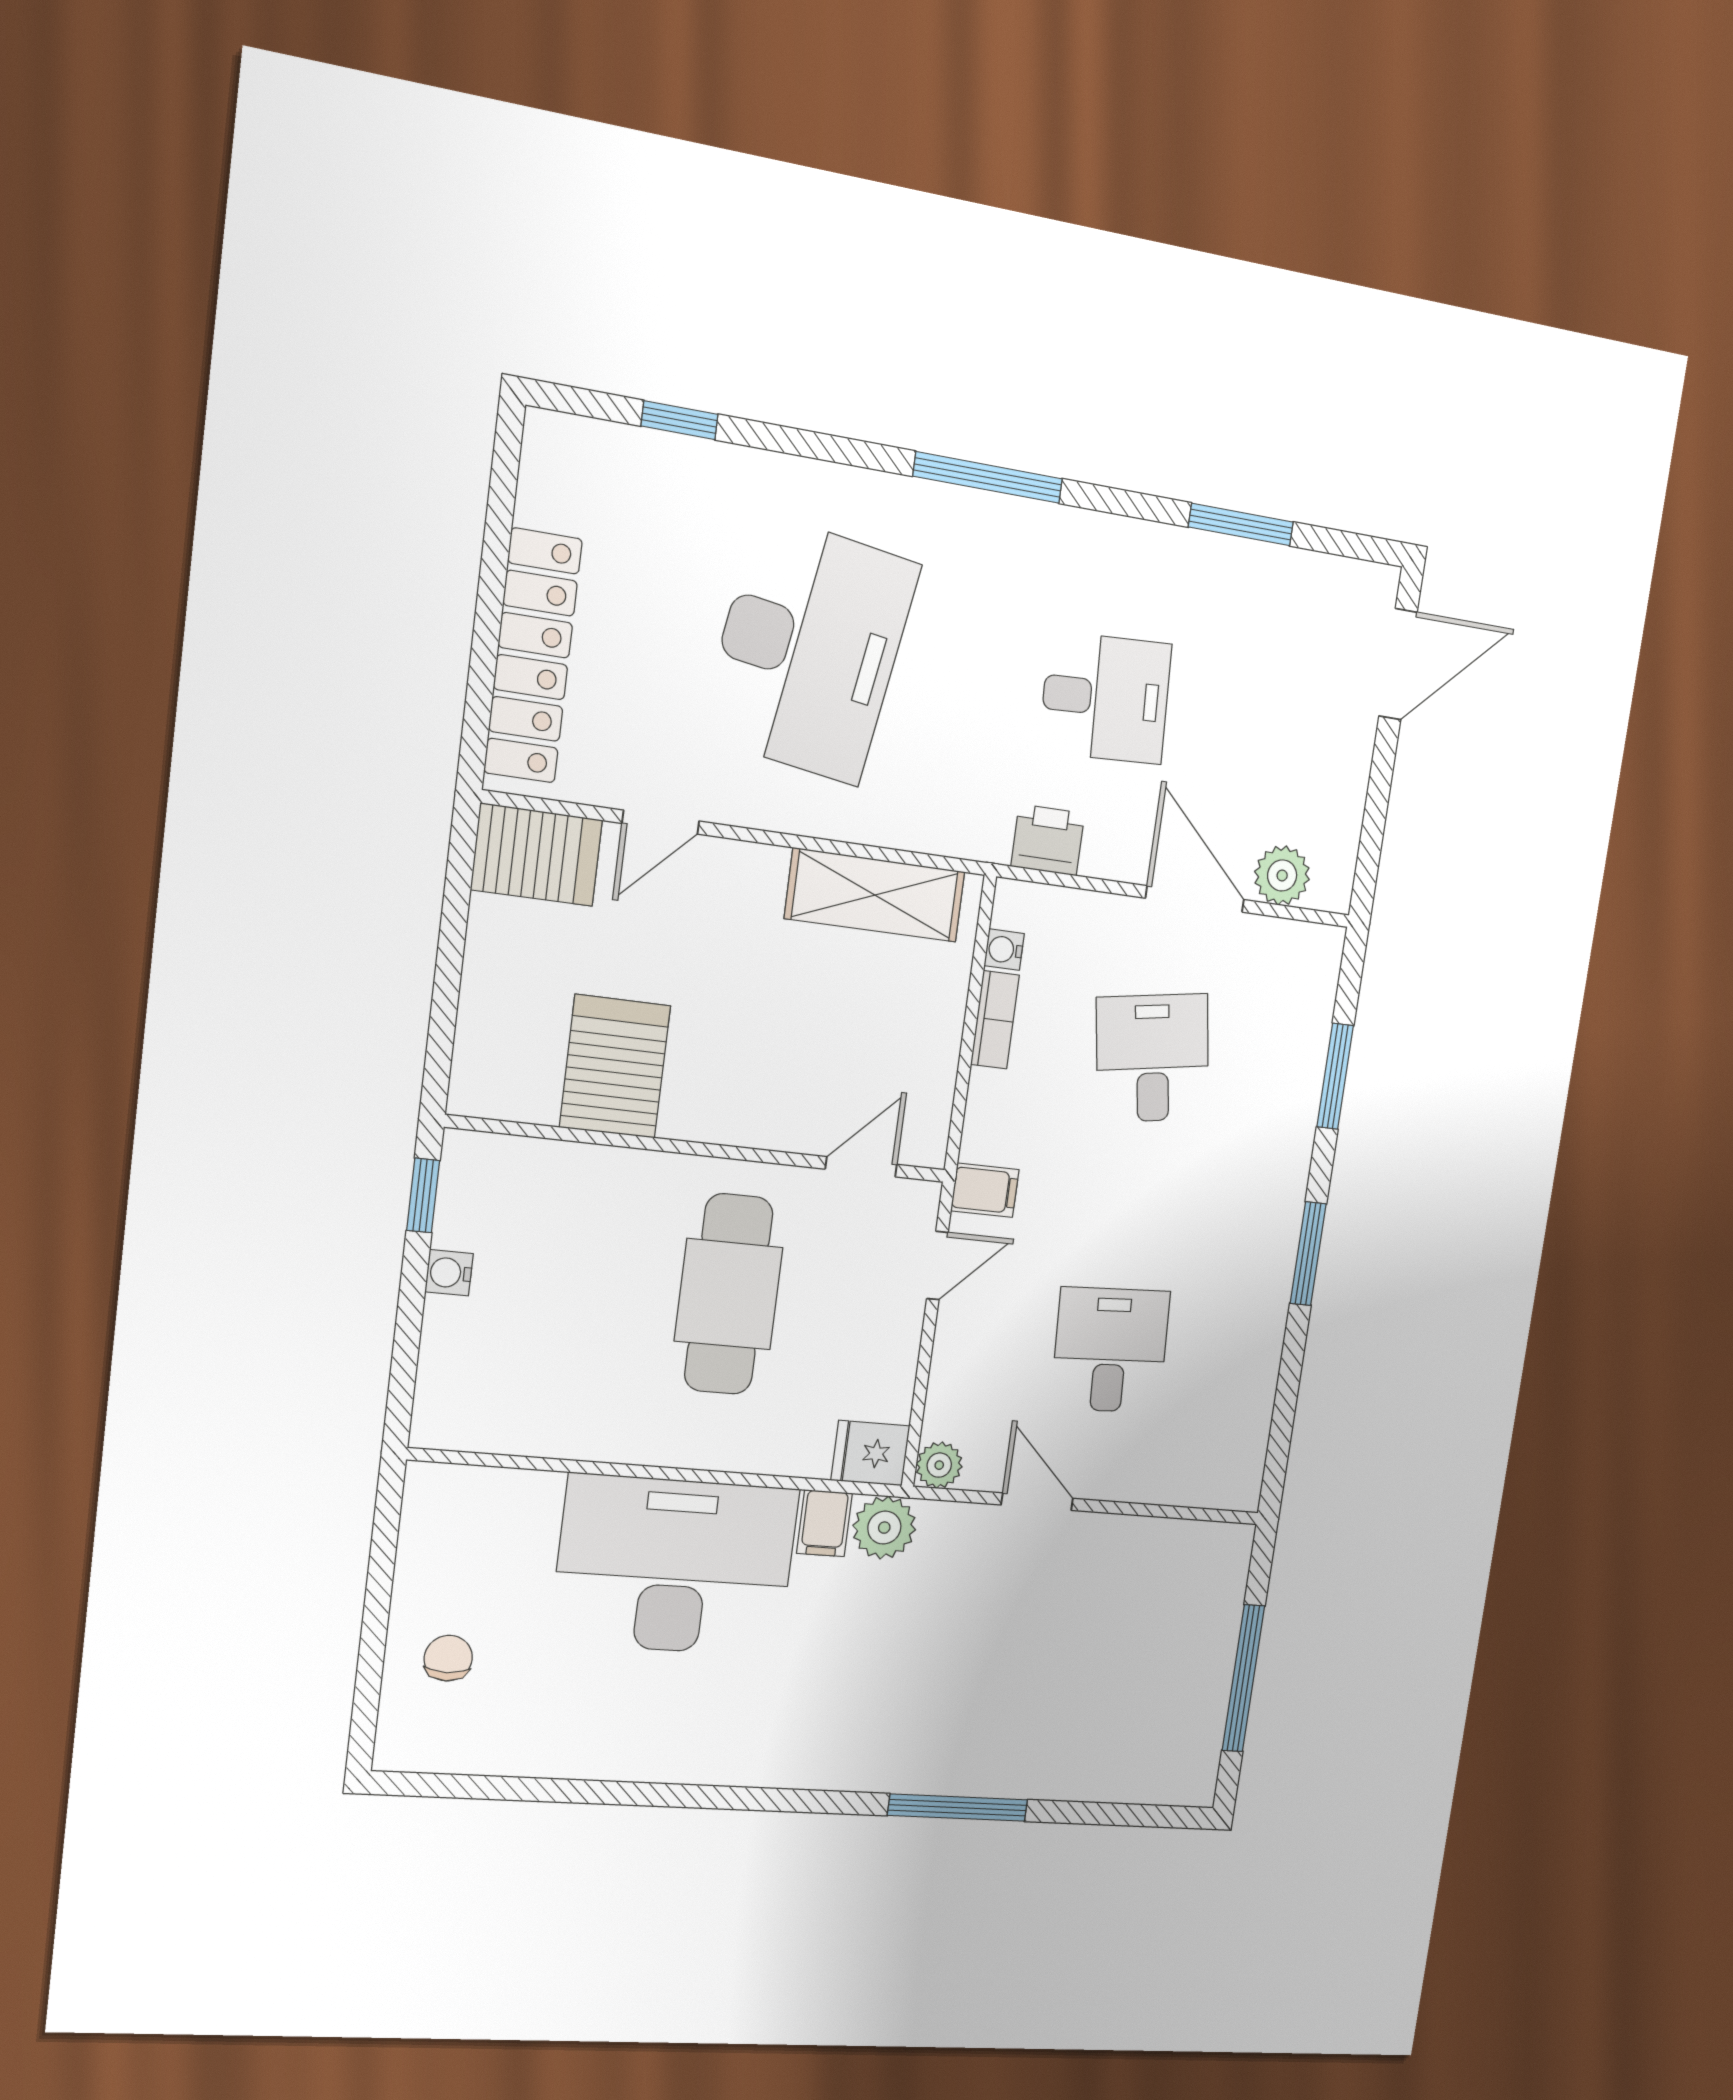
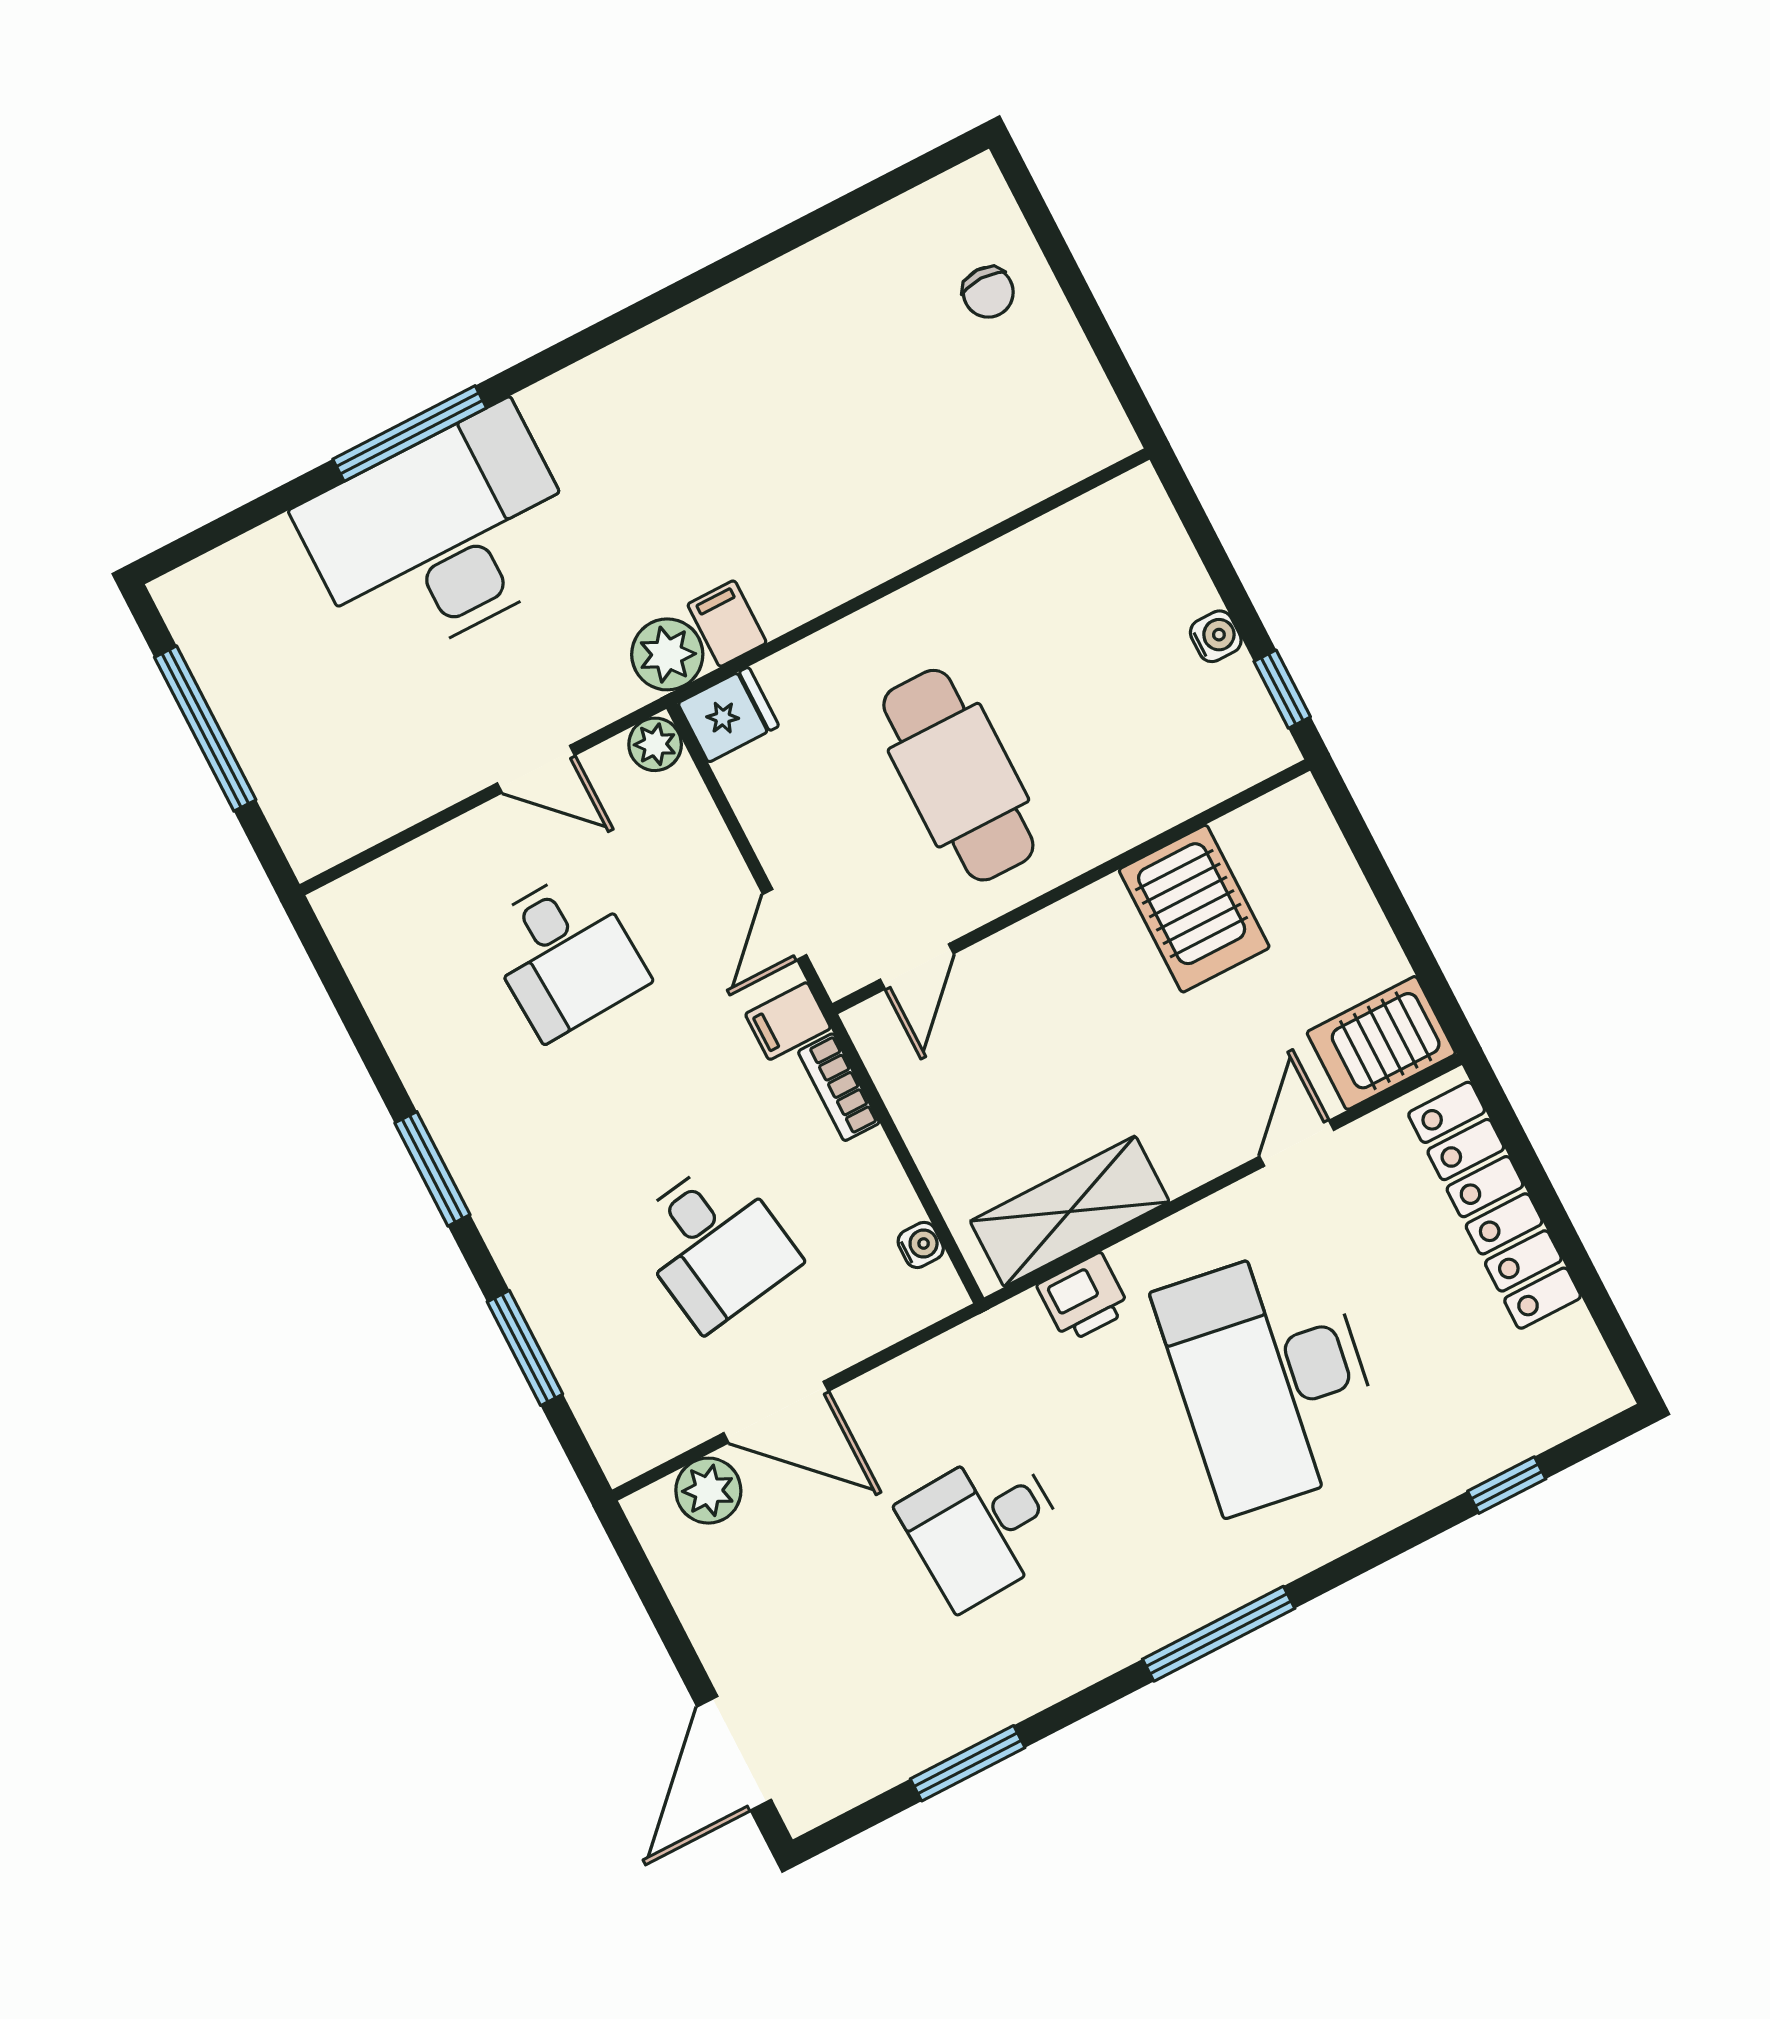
printer: (1048, 840) -> (1084, 1298), moved
bookcase: (995, 1020) -> (839, 1087), moved
desk: (675, 1566) -> (442, 536), moved, turned 180

